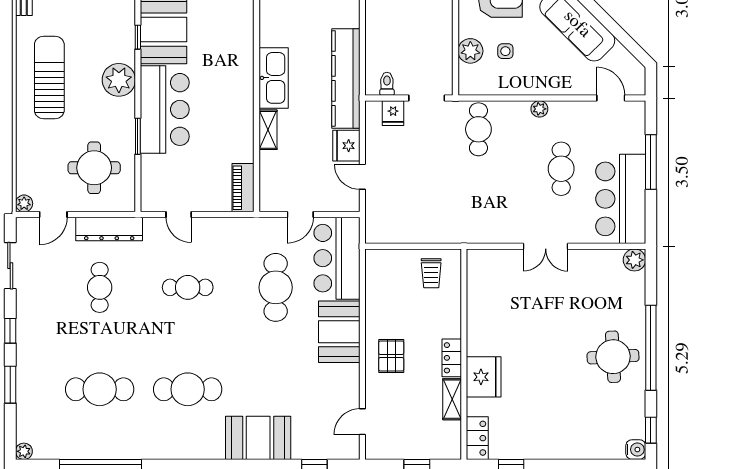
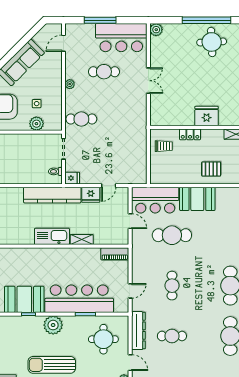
bar counter: (165, 109) -> (79, 299), width x1.36
fridge: (393, 113) -> (72, 178), moved
locker: (452, 358) -> (190, 134), moved
fridge: (484, 377) -> (207, 116), moved

